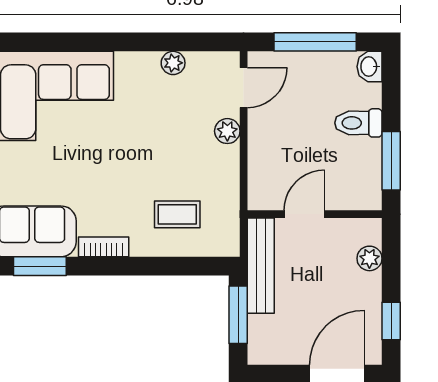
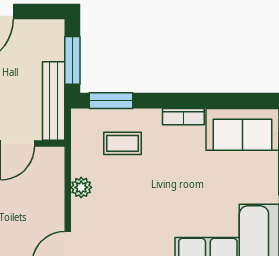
plant: (227, 131) -> (81, 187), moved
window: (40, 266) -> (111, 101), moved

